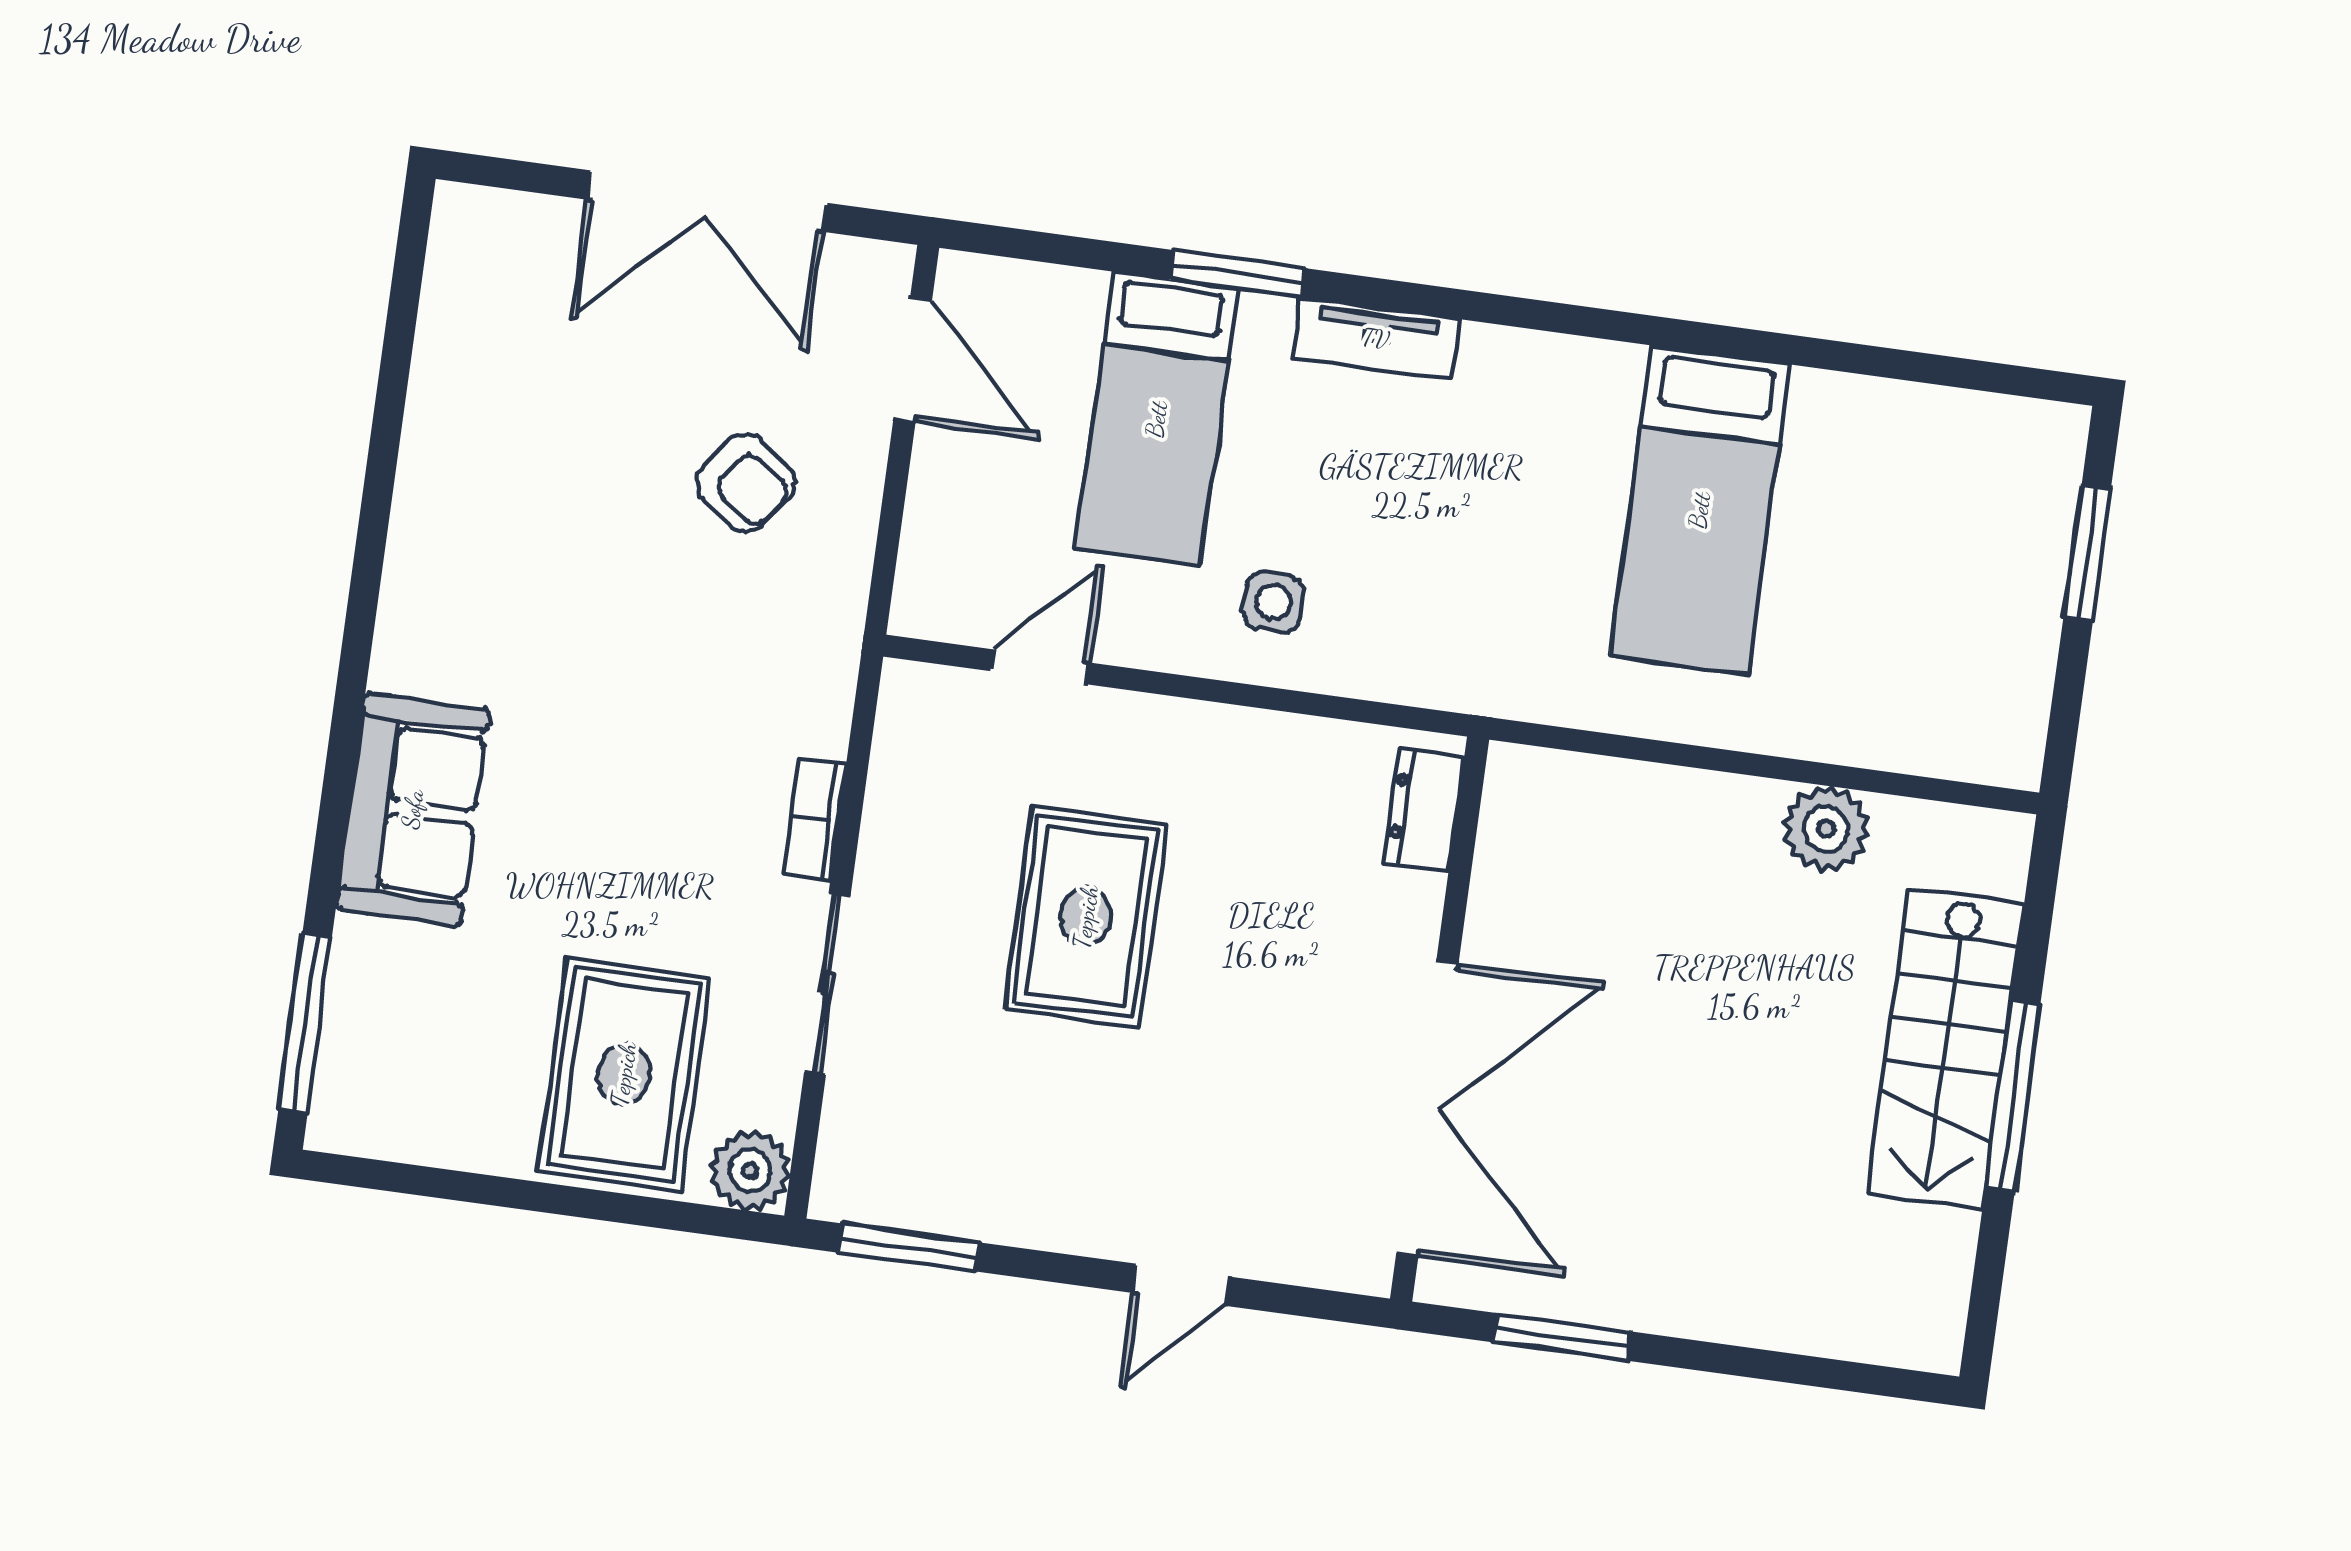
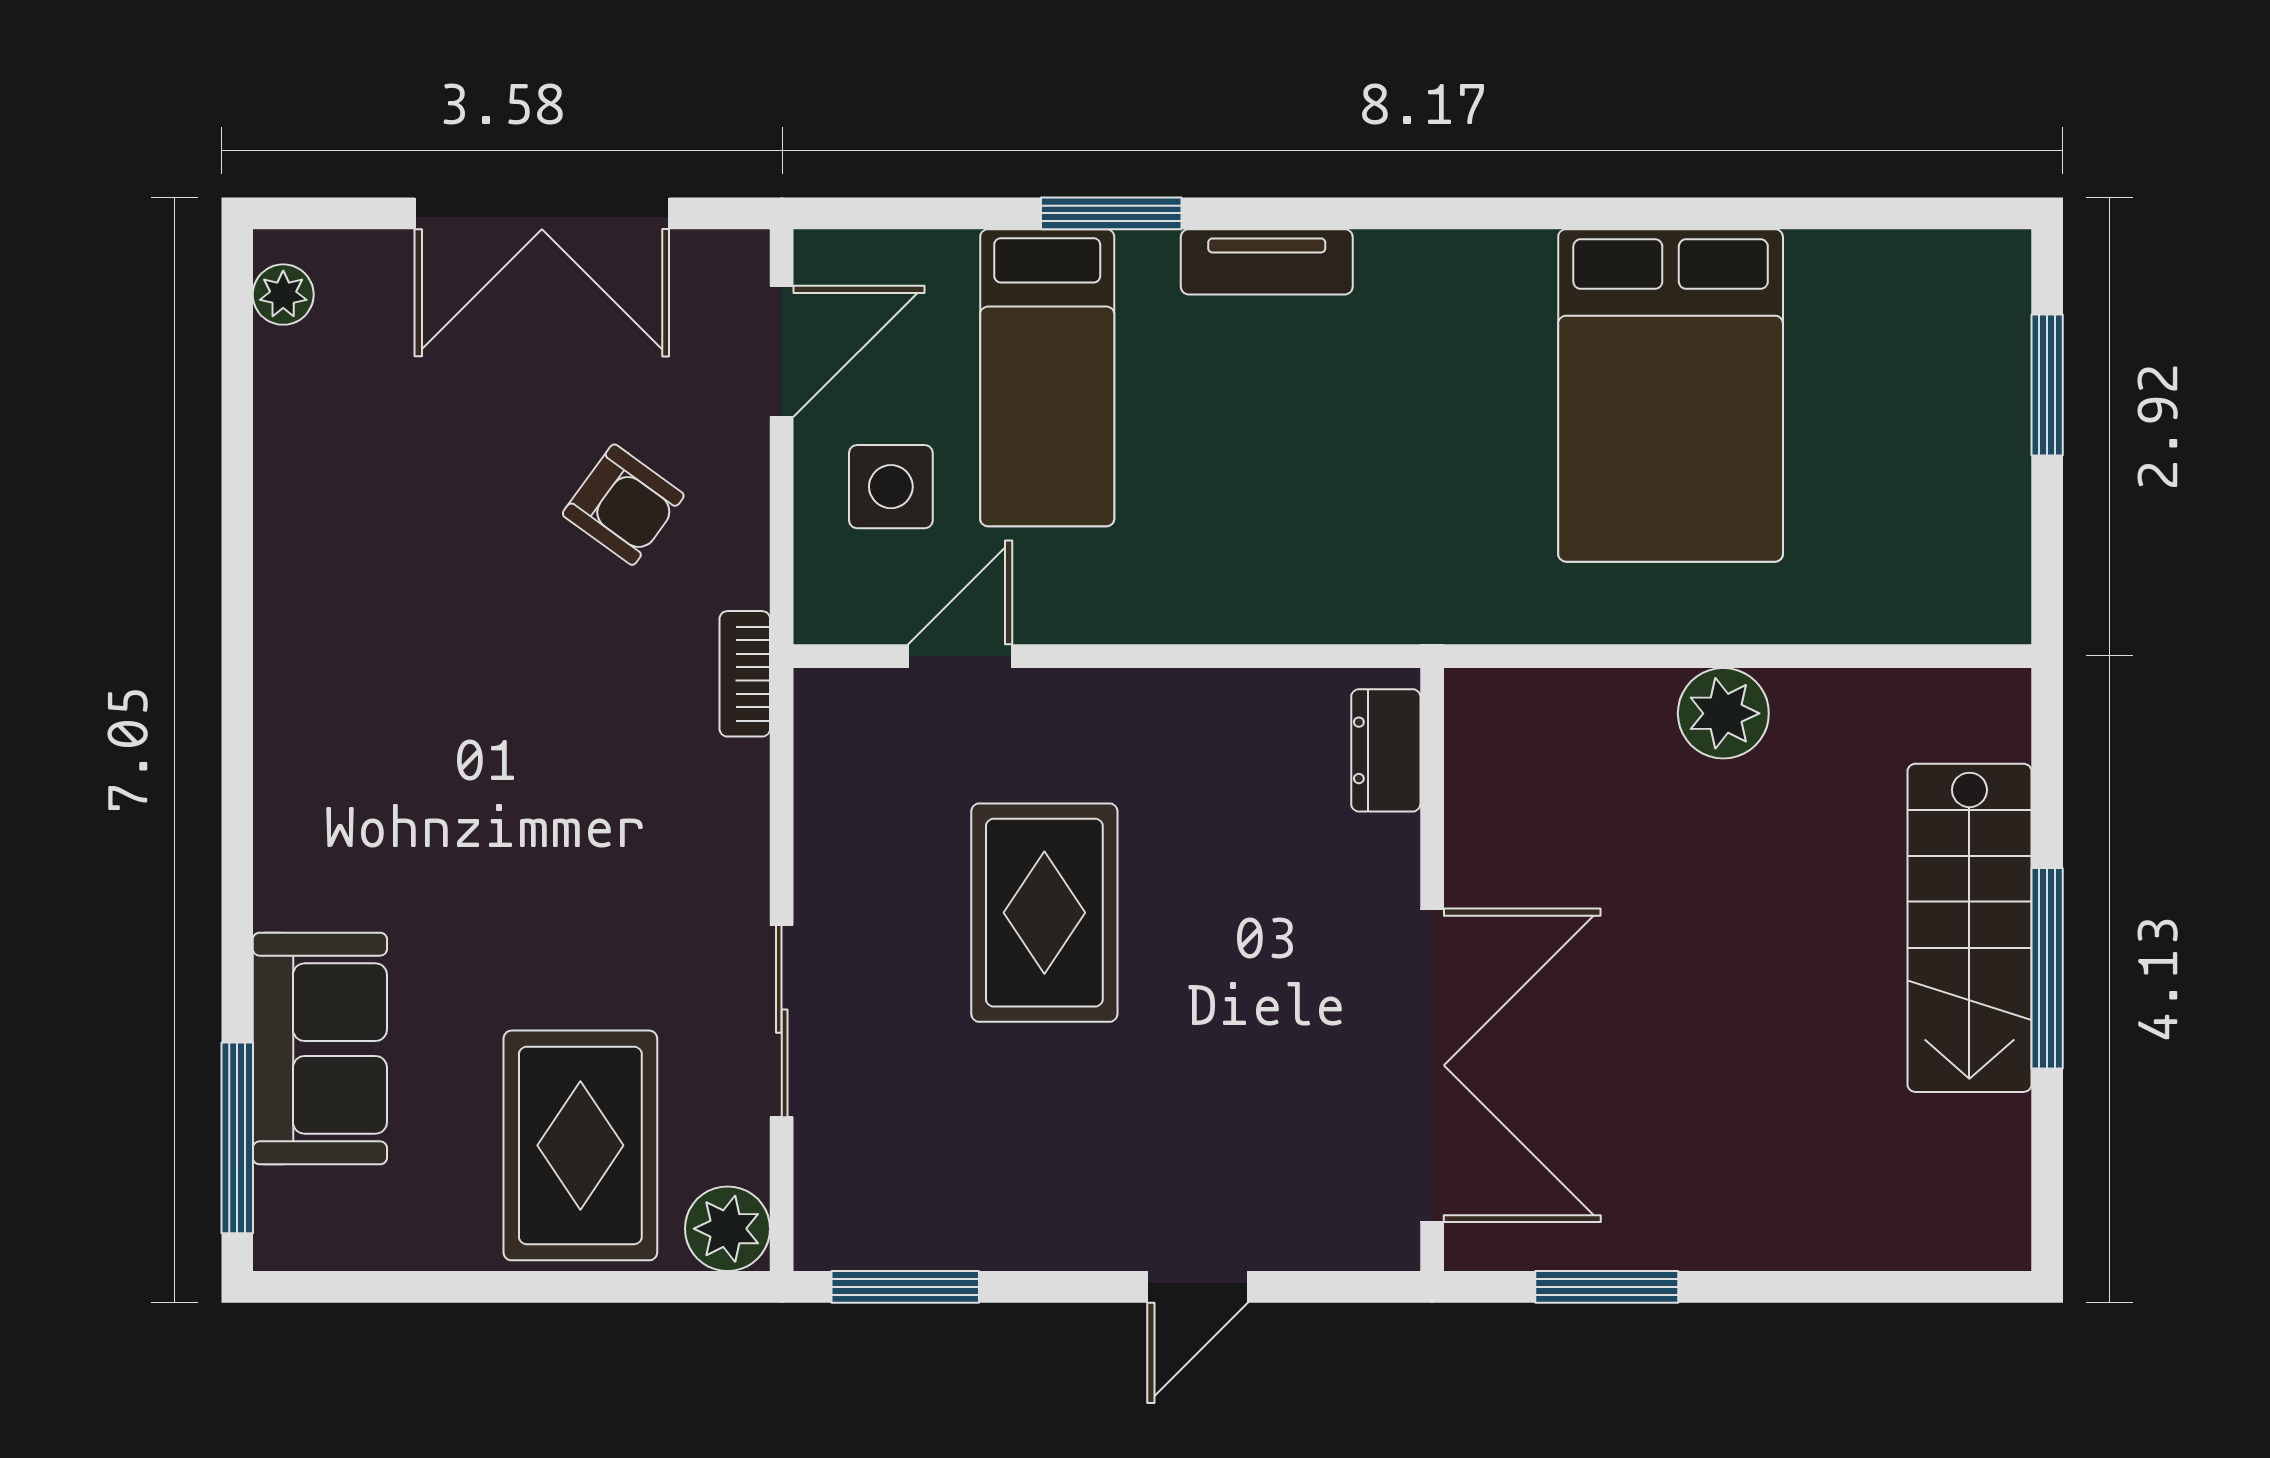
plant: (456, 244) -> (283, 295), added
door: (913, 360) -> (782, 351), hinge flipped
bed: (1700, 510) -> (1671, 395), width x1.50
side table: (1273, 602) -> (891, 487), moved, width x1.37, depth x1.37
sofa: (413, 809) -> (320, 1049), moved
bookcase: (815, 819) -> (745, 674), moved
plant: (1826, 829) -> (1723, 713), moved

